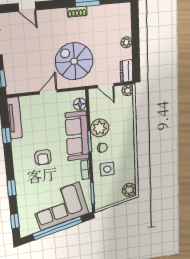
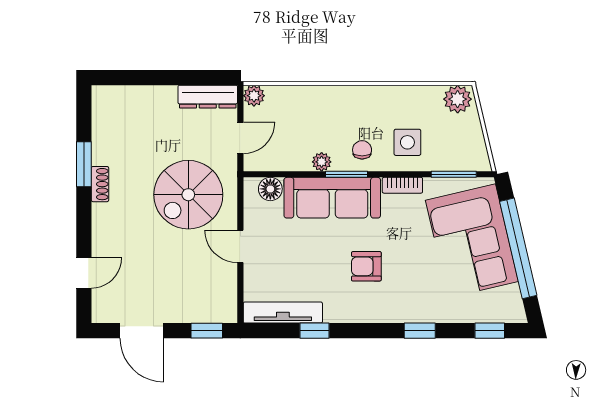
plant: (126, 42) -> (163, 95), removed
dresser: (126, 71) -> (208, 97), width x1.44
plant: (100, 128) -> (322, 162), width x0.53, depth x0.53
armchair: (43, 157) -> (366, 266), turned 180

